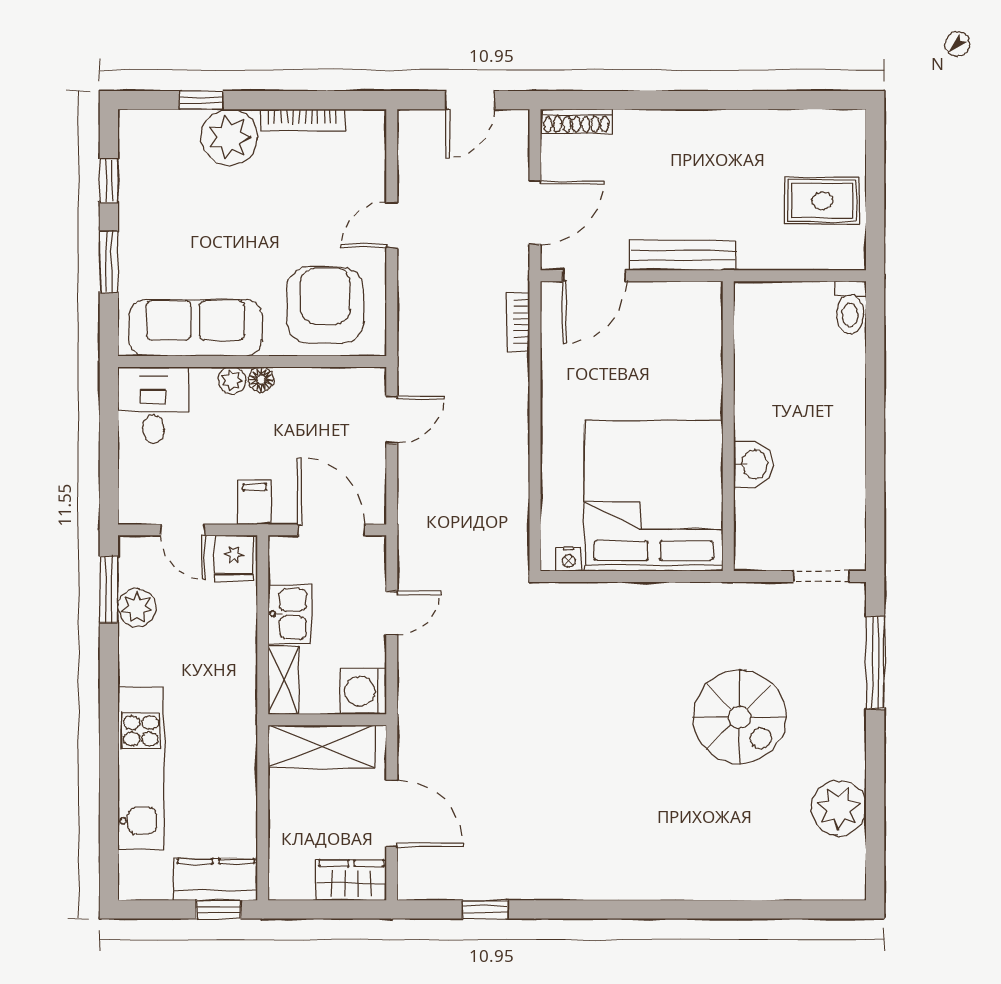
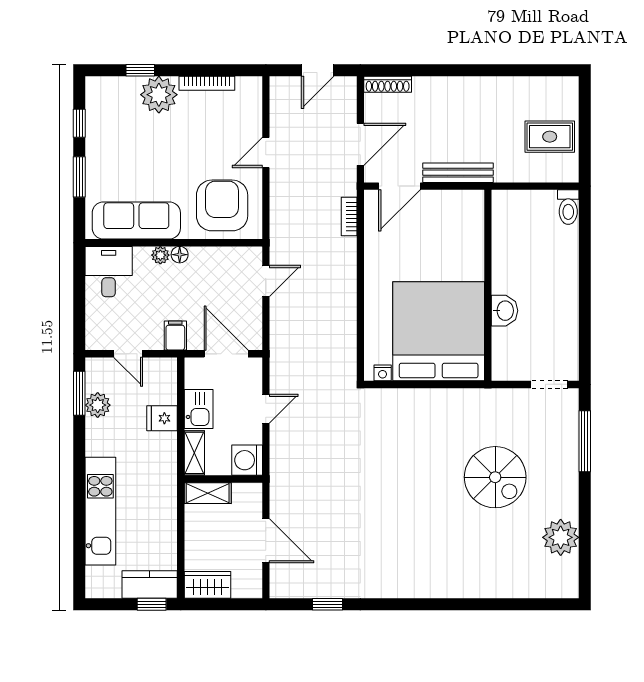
fridge: (234, 558) -> (162, 418), moved, turned 90
shelving: (321, 746) -> (208, 493), width x0.67, depth x0.75
wardrobe: (351, 880) -> (207, 585), moved

